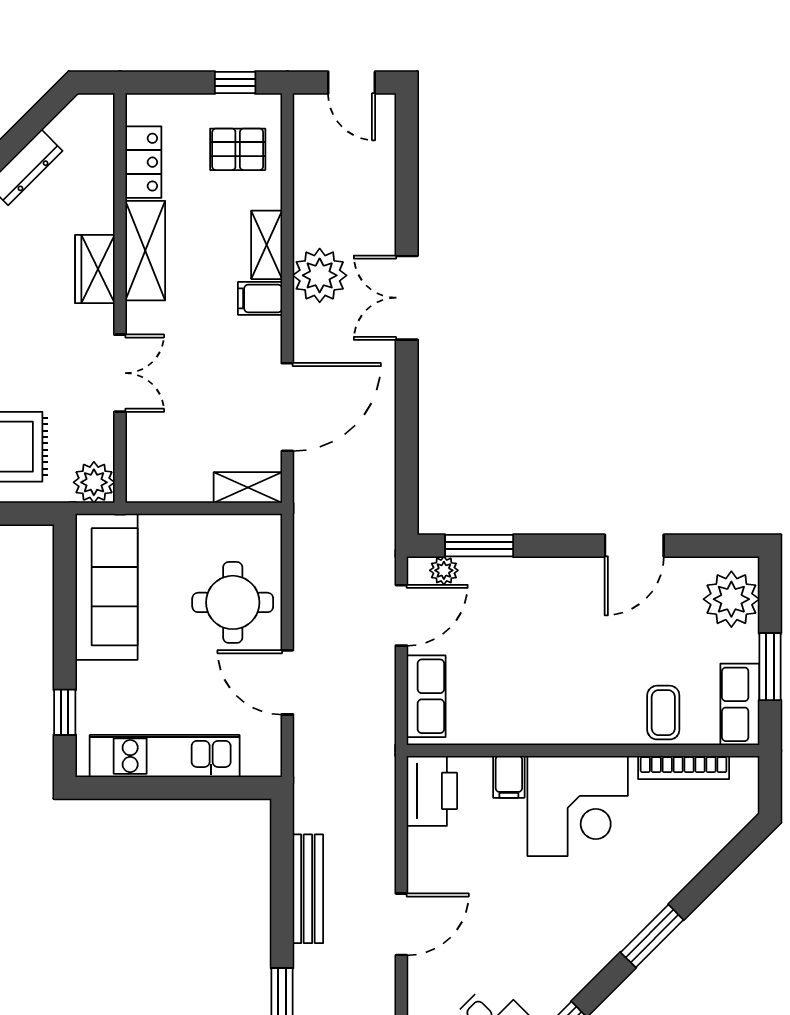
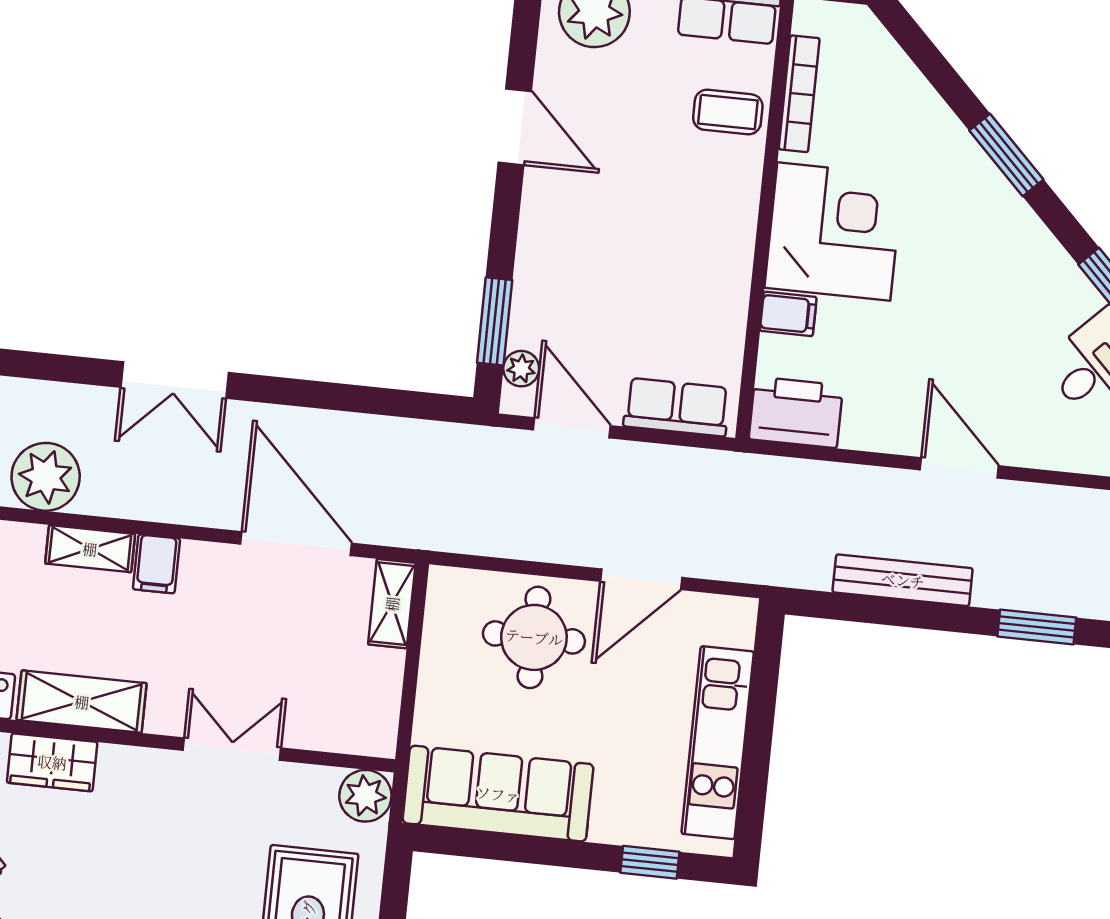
wardrobe: (95, 269) -> (52, 762), moved
plant: (320, 275) -> (46, 477), moved

